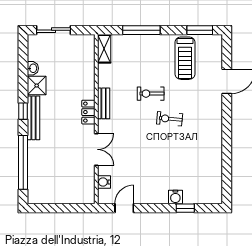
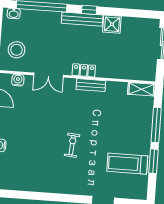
window: (200, 30) -> (154, 161), moved
washbasin: (33, 68) -> (14, 13), moved
exercise bike: (151, 94) -> (97, 129), removed
stool: (72, 186) -> (16, 50), added

